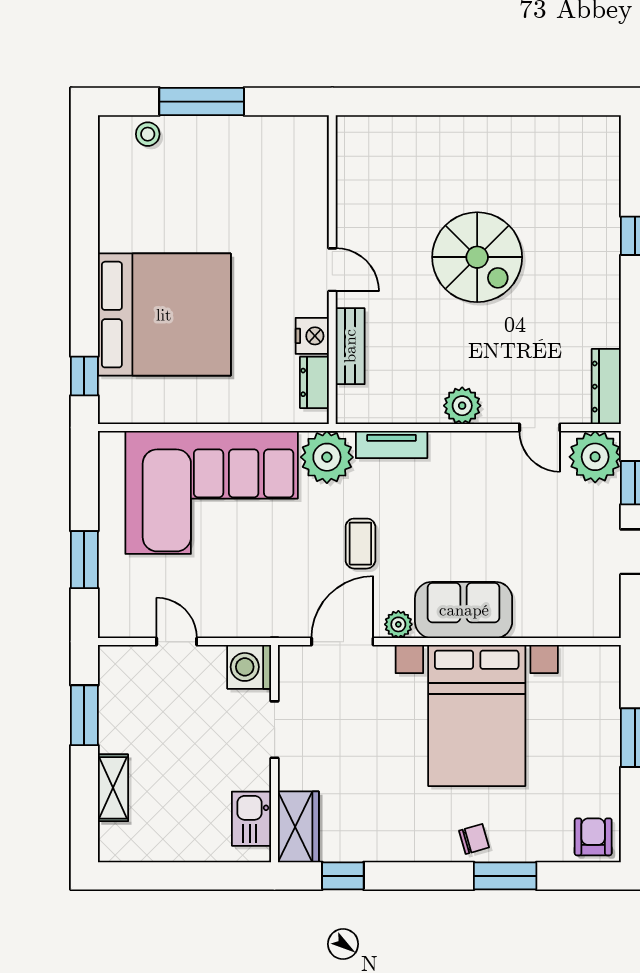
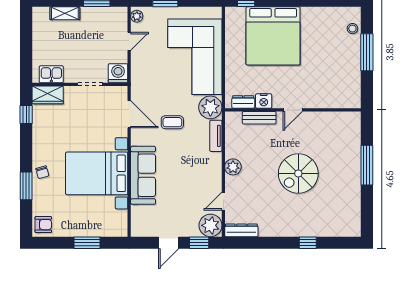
window: (458, 102) -> (367, 165), added
sofa: (464, 610) -> (143, 175), width x1.36
plant: (398, 624) -> (137, 16), moved

